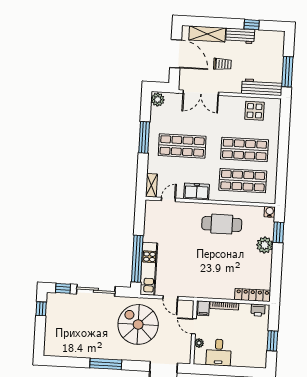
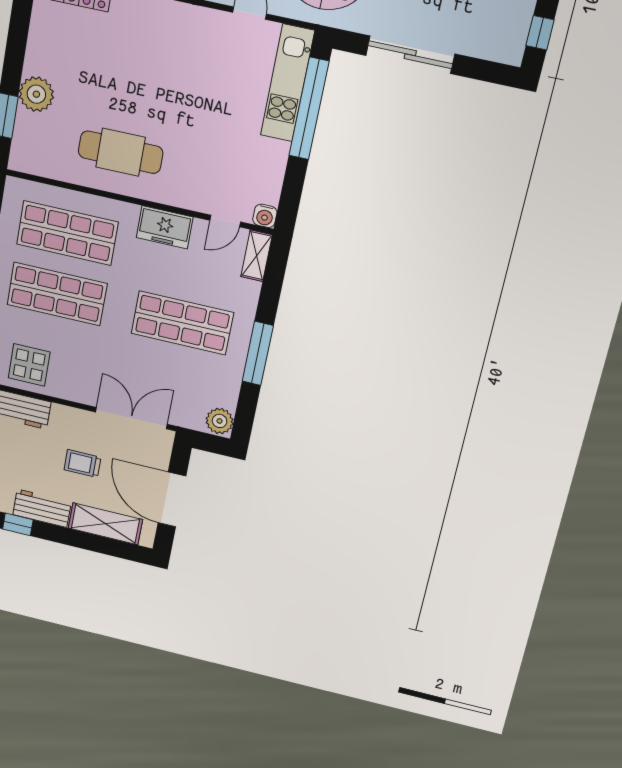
water cooler: (270, 212) -> (265, 216), moved
window: (63, 288) -> (482, 70), removed

